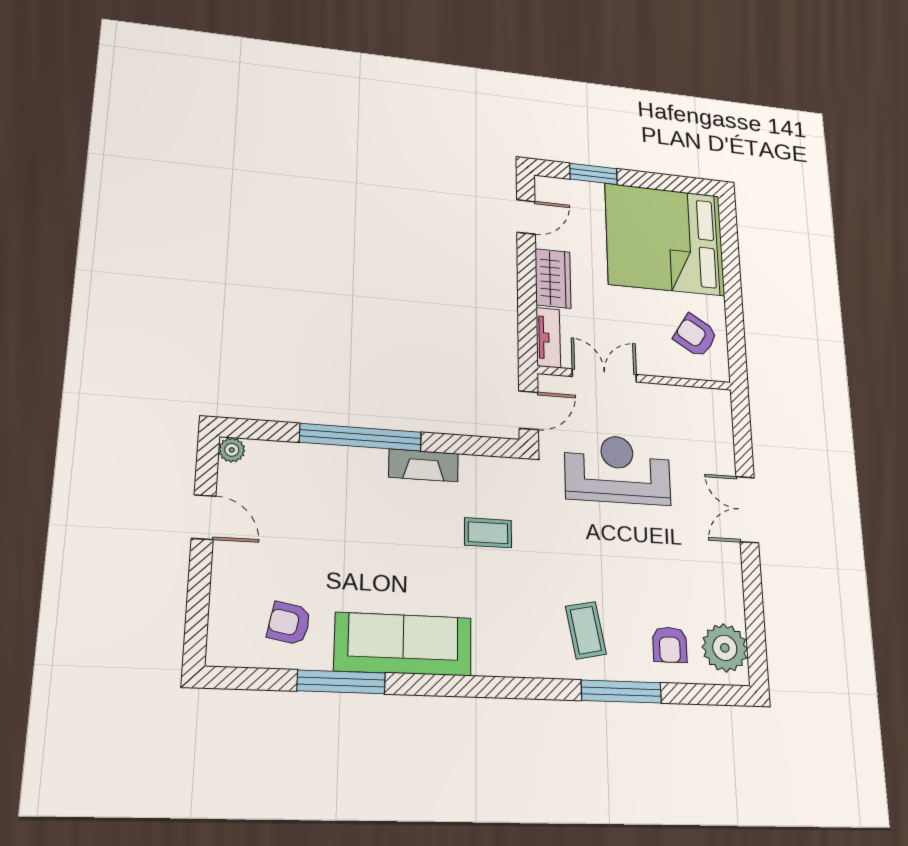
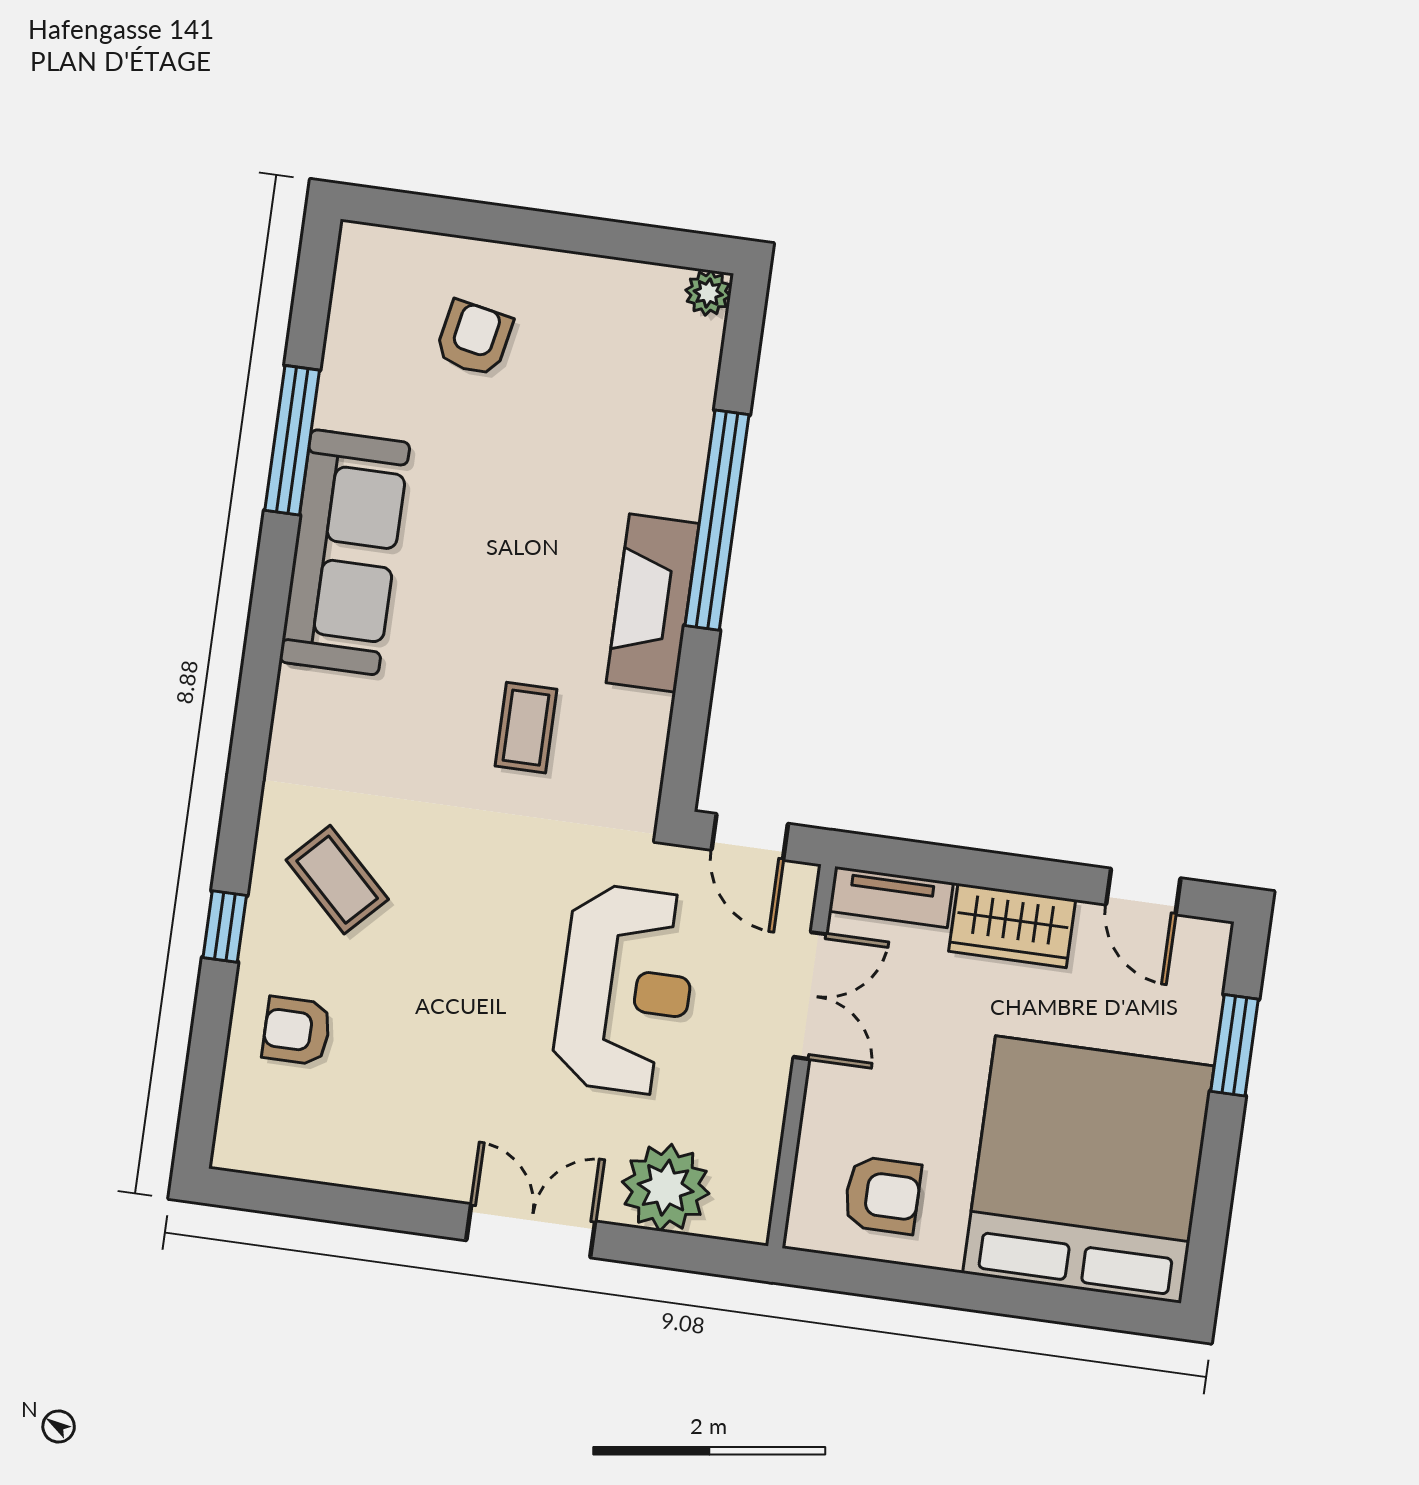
armchair: (696, 336) -> (882, 1195), turned 58
fireplace: (424, 465) -> (653, 603), width x1.37, depth x1.32
door: (204, 517) -> (592, 236), removed
armchair: (289, 623) -> (474, 338), moved
coffee table: (586, 630) -> (337, 880), turned 55
plant: (725, 648) -> (666, 1188), moved
window: (621, 692) -> (225, 926), width x0.46

